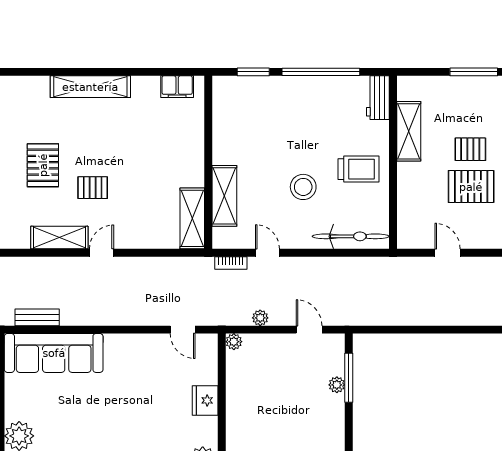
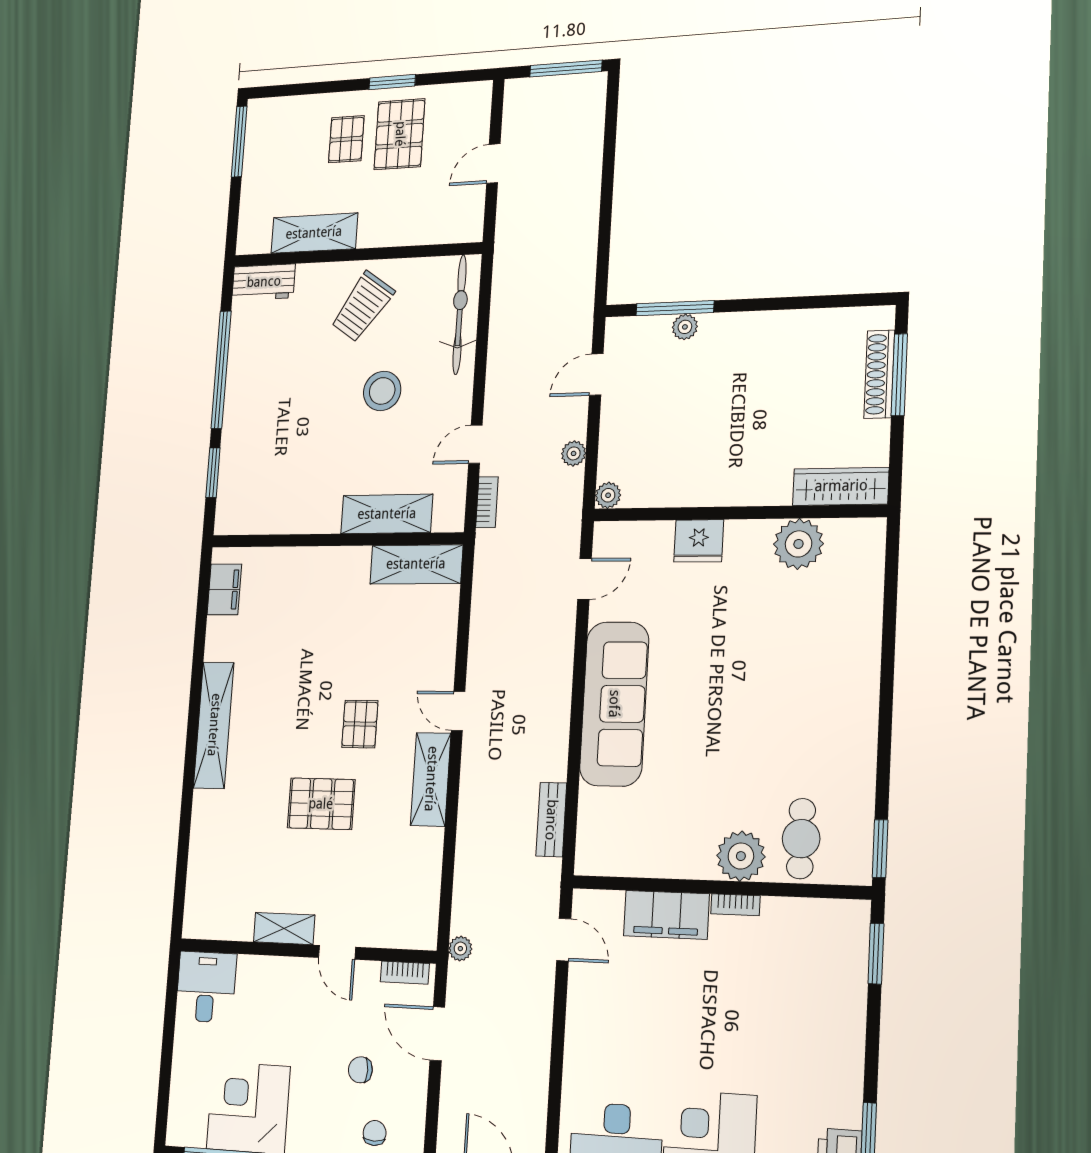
trolley: (359, 169) -> (362, 307), turned -145
sofa: (54, 353) -> (614, 704), moved

